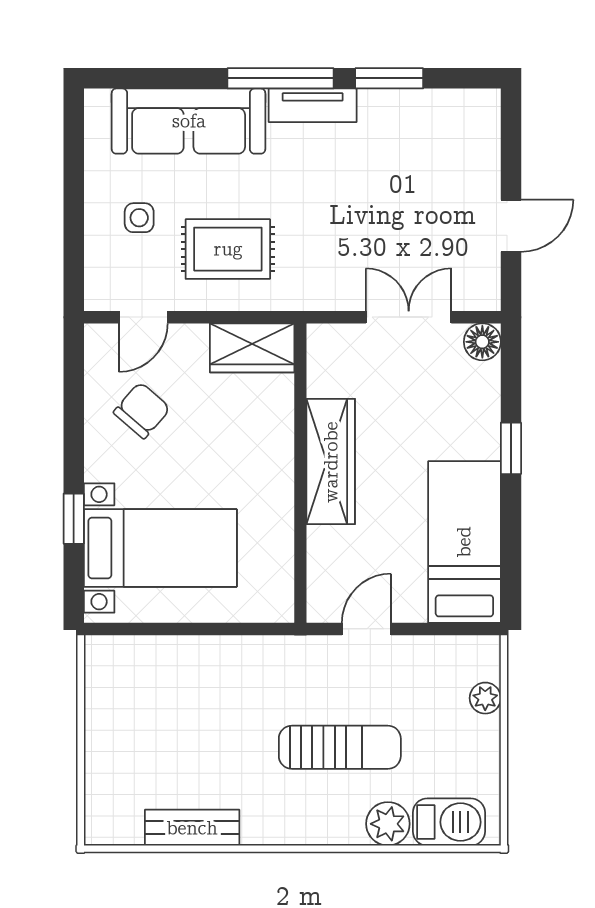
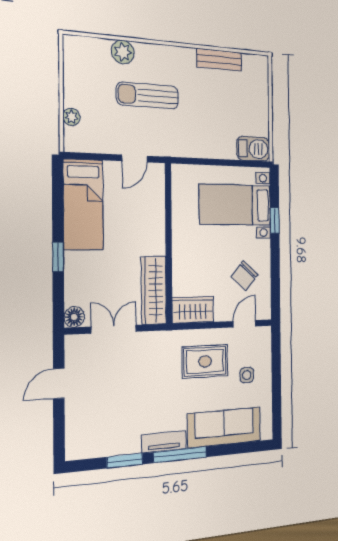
double door: (409, 317) -> (114, 329), swing flipped
wardrobe: (331, 462) -> (154, 290), moved
barbecue: (449, 822) -> (253, 149), moved, turned 180

